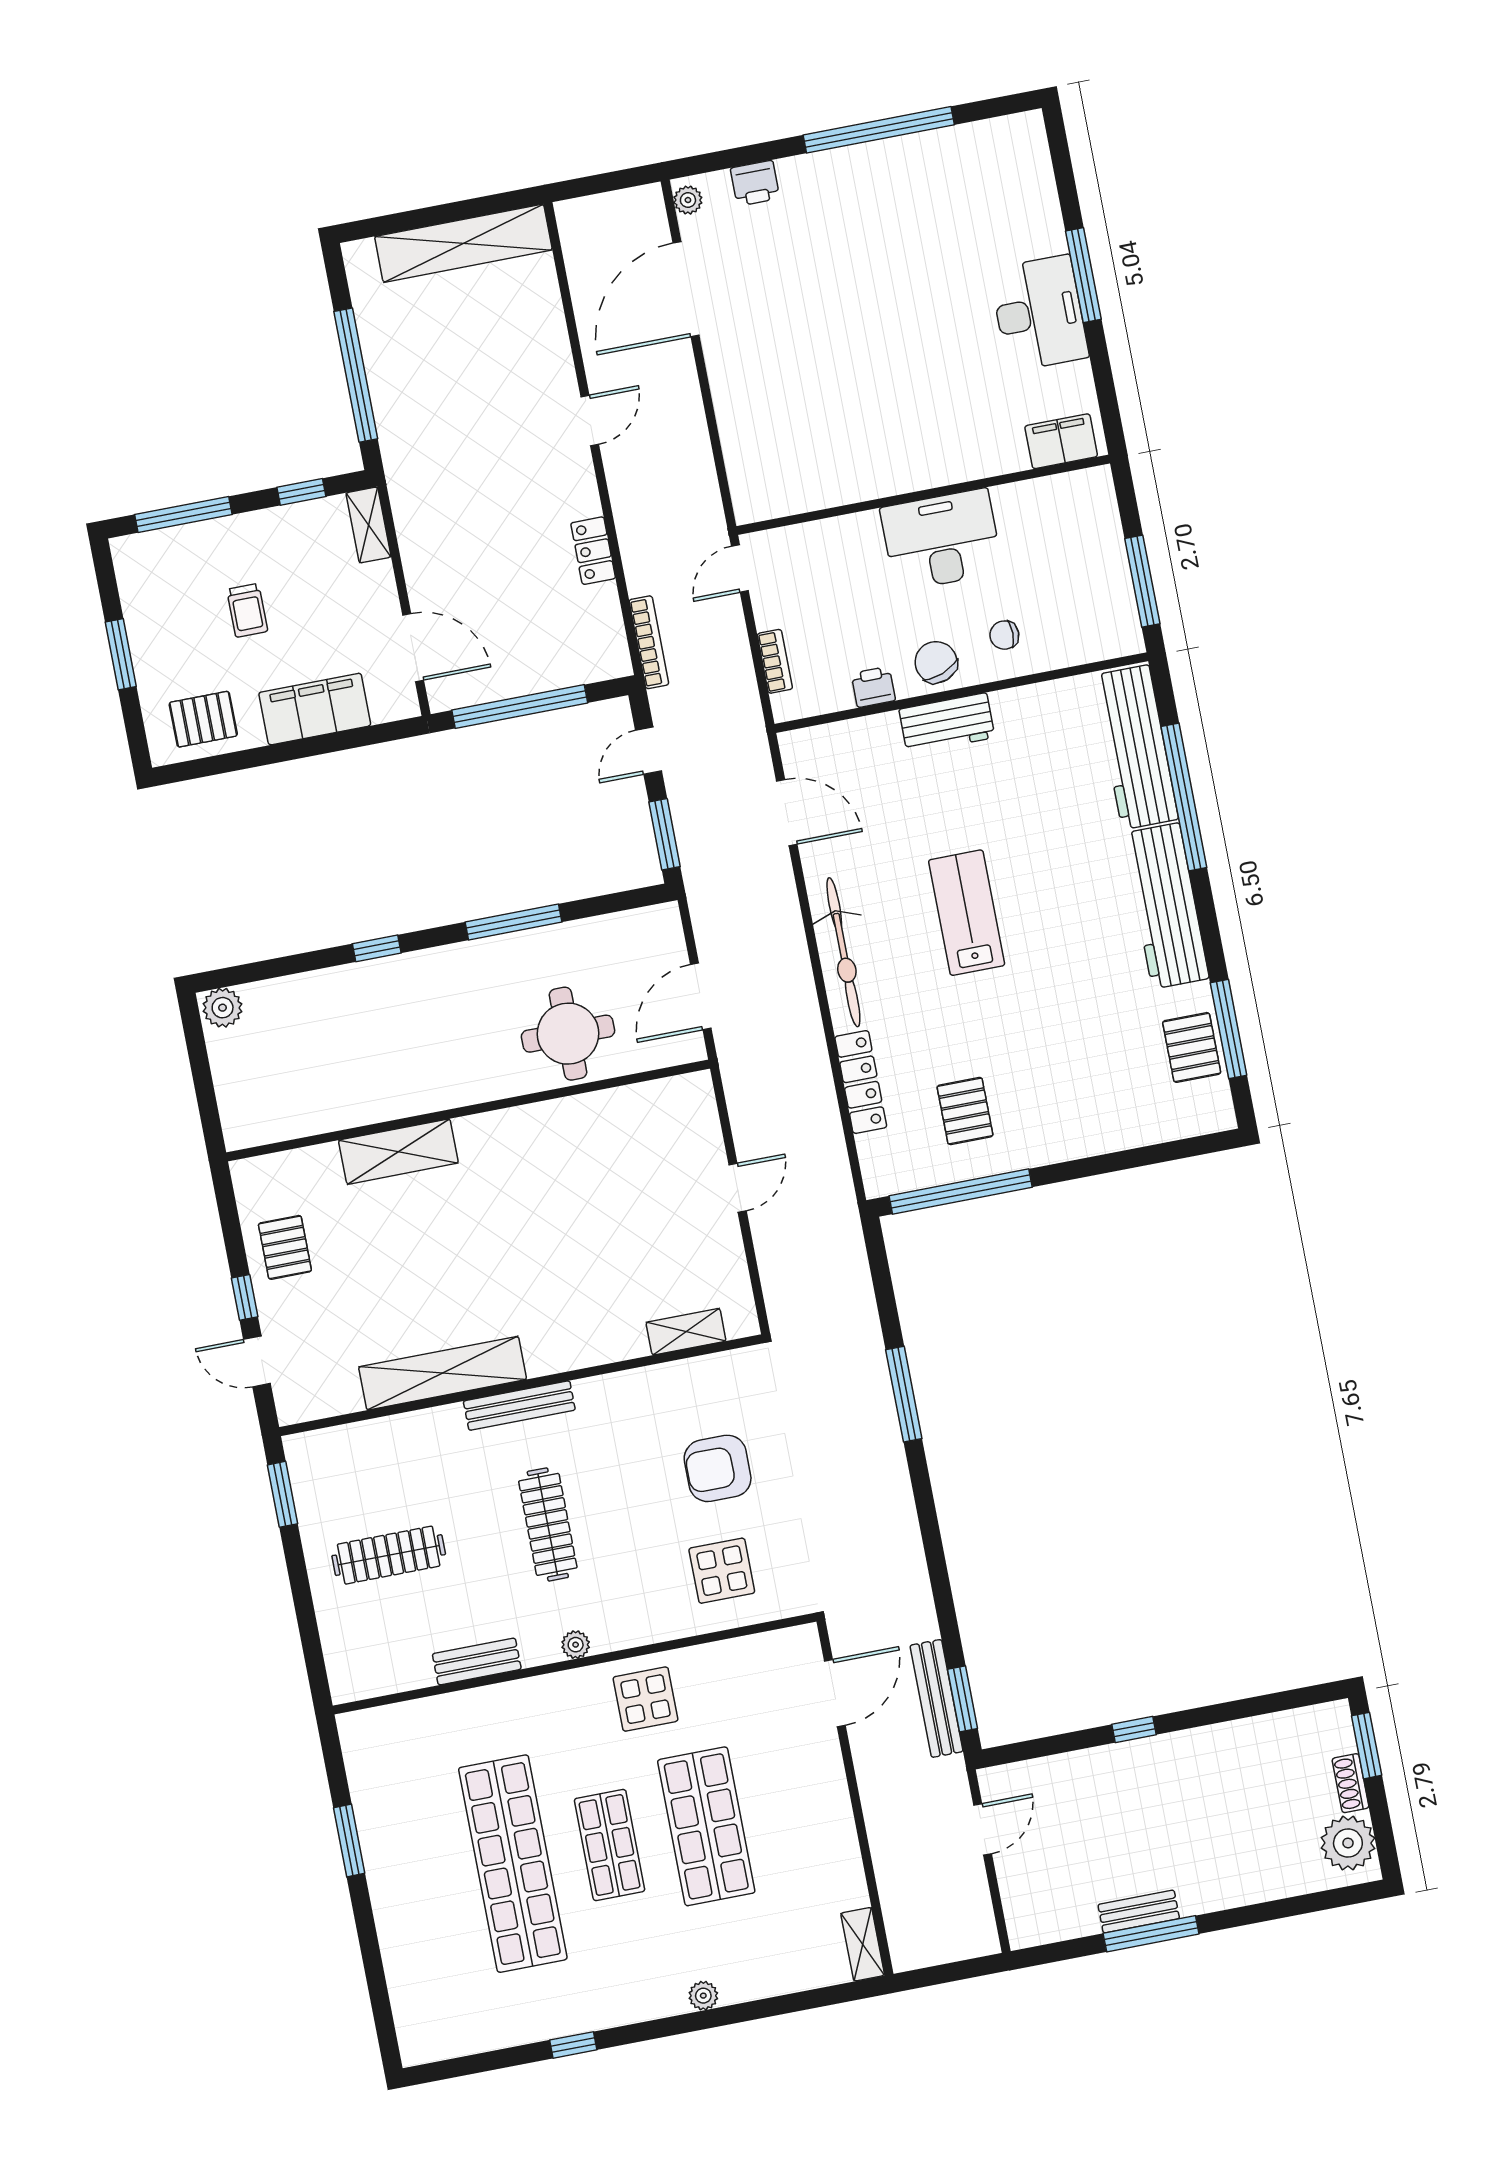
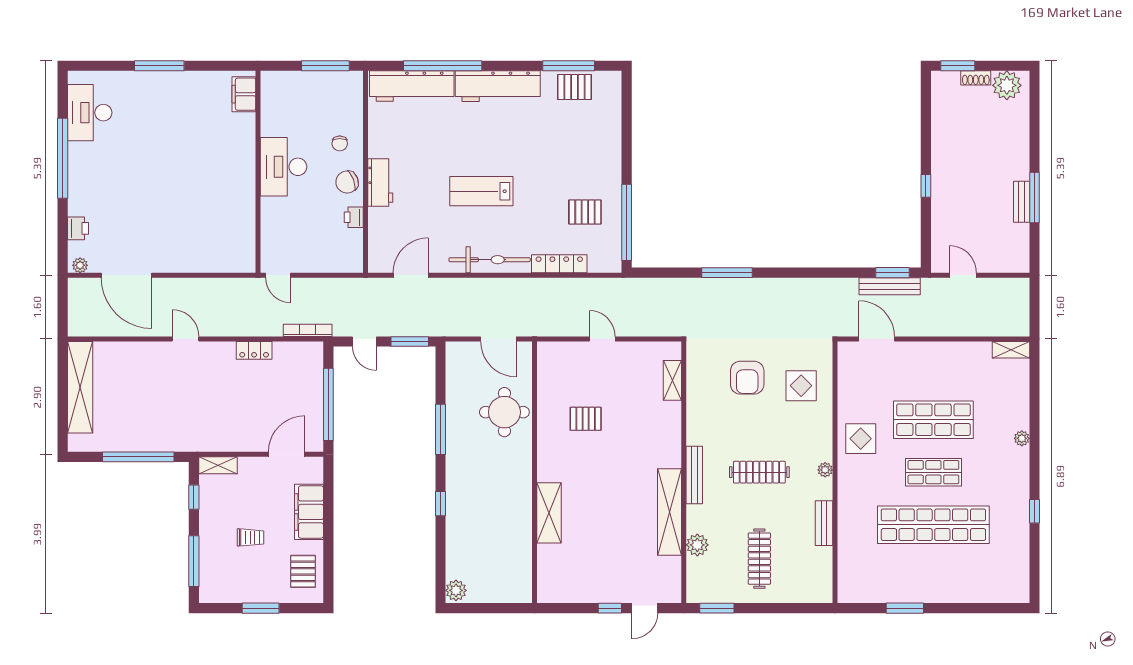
desk: (1039, 313) -> (90, 113), moved, turned -90
bookcase: (775, 661) -> (330, 266), removed
pallet: (285, 1247) -> (586, 419), moved
plant: (392, 1436) -> (697, 545), added

